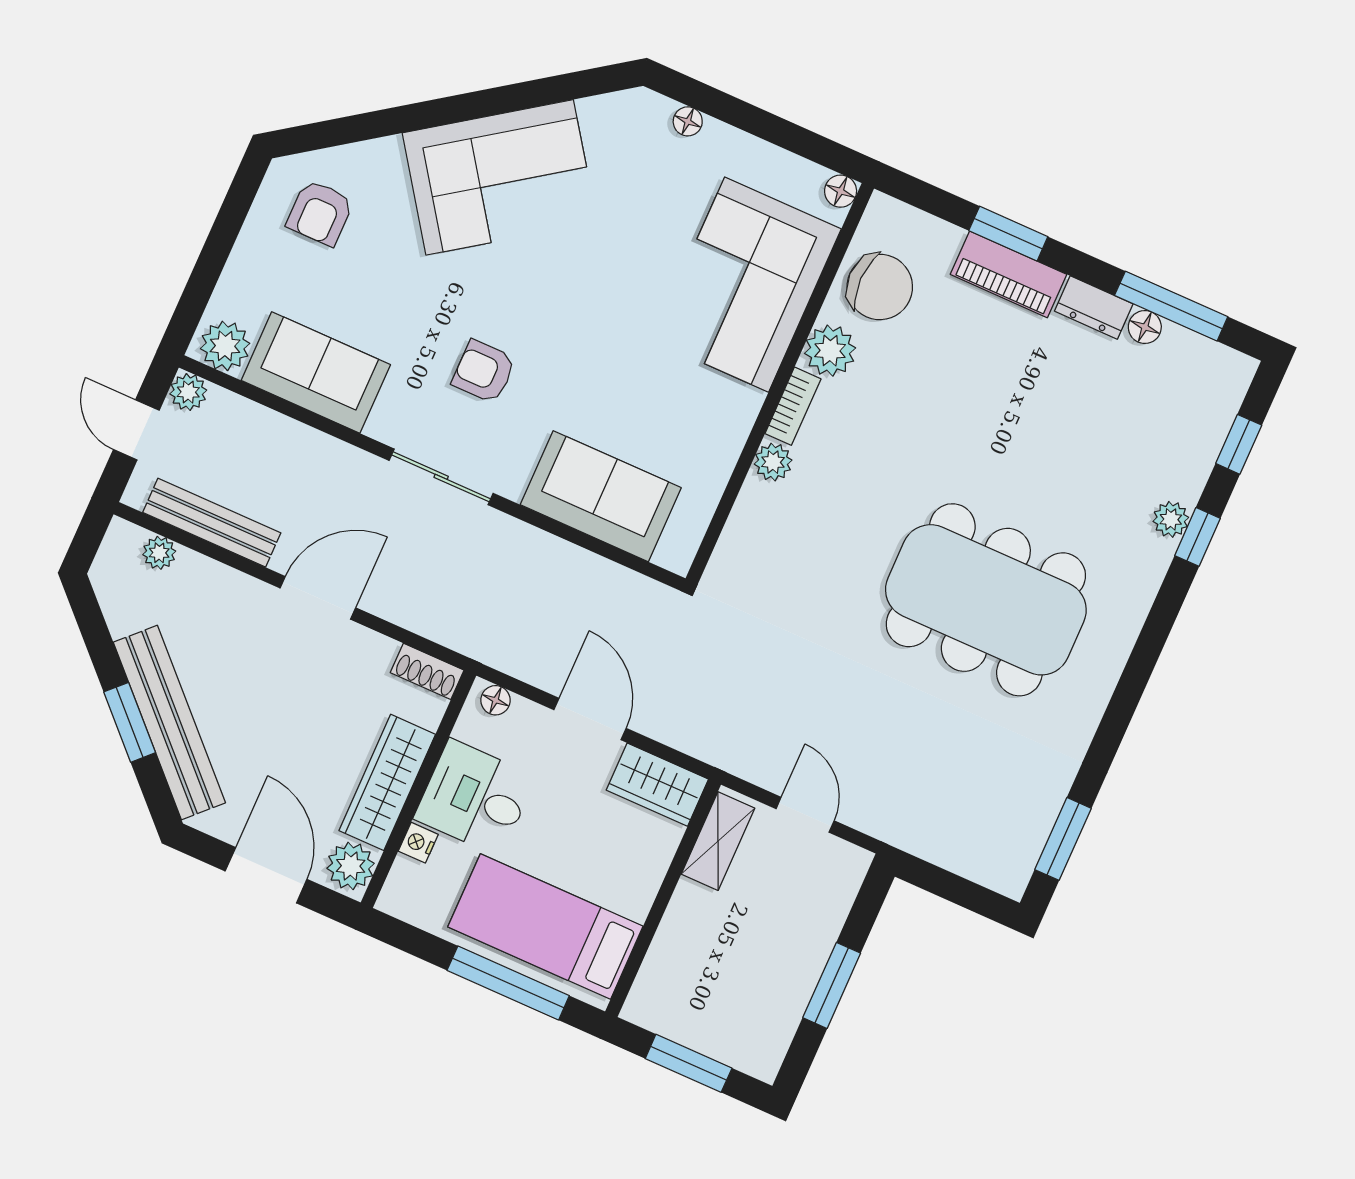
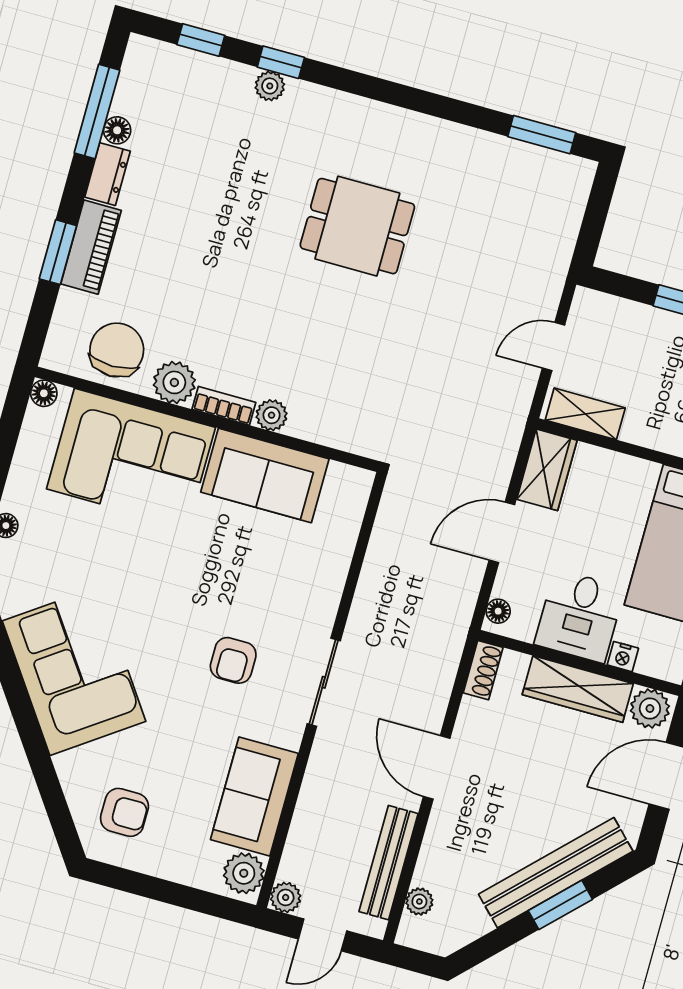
sofa: (601, 496) -> (265, 475), moved, turned -90
dining table: (986, 600) -> (357, 226), width x0.53, depth x0.80

